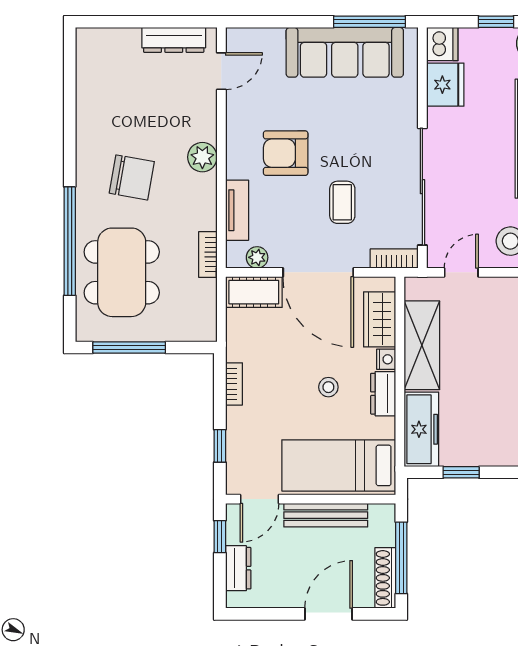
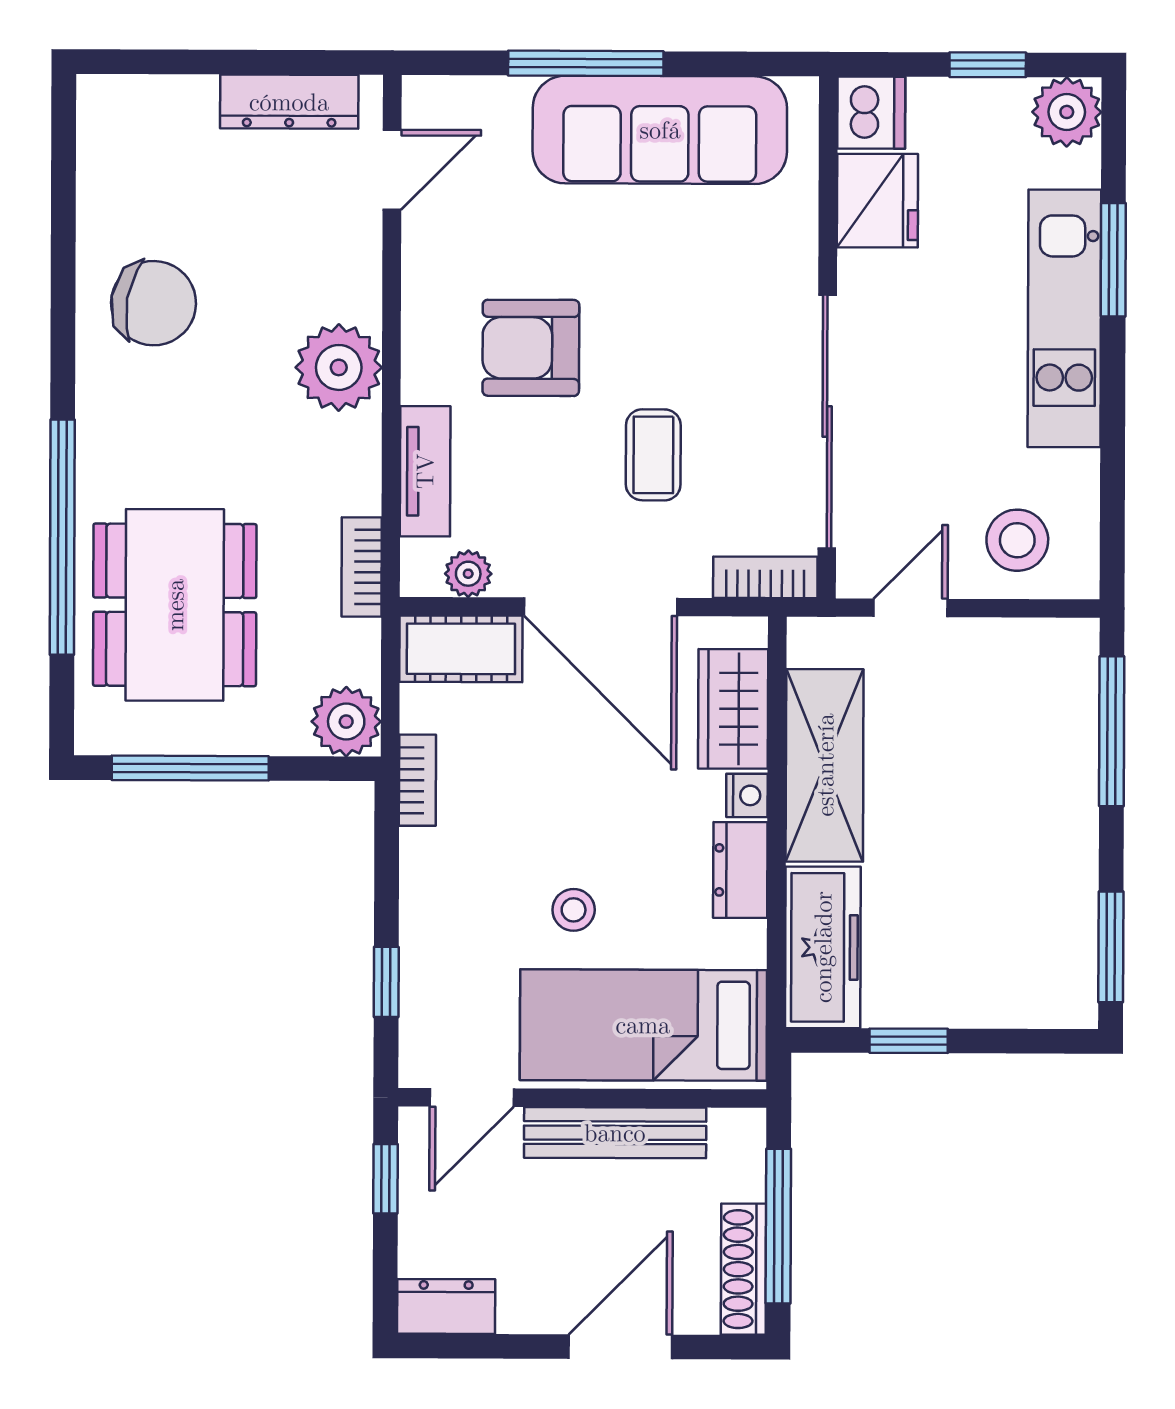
window: (369, 22) -> (586, 63), moved
plant: (202, 157) -> (339, 367), width x1.36, depth x1.36
chair: (132, 177) -> (154, 303), moved
plant: (201, 326) -> (346, 722), added
bookcase: (234, 384) -> (417, 780), moved
stool: (328, 387) -> (574, 910), moved
dresser: (238, 568) -> (446, 1306), moved, turned -90

